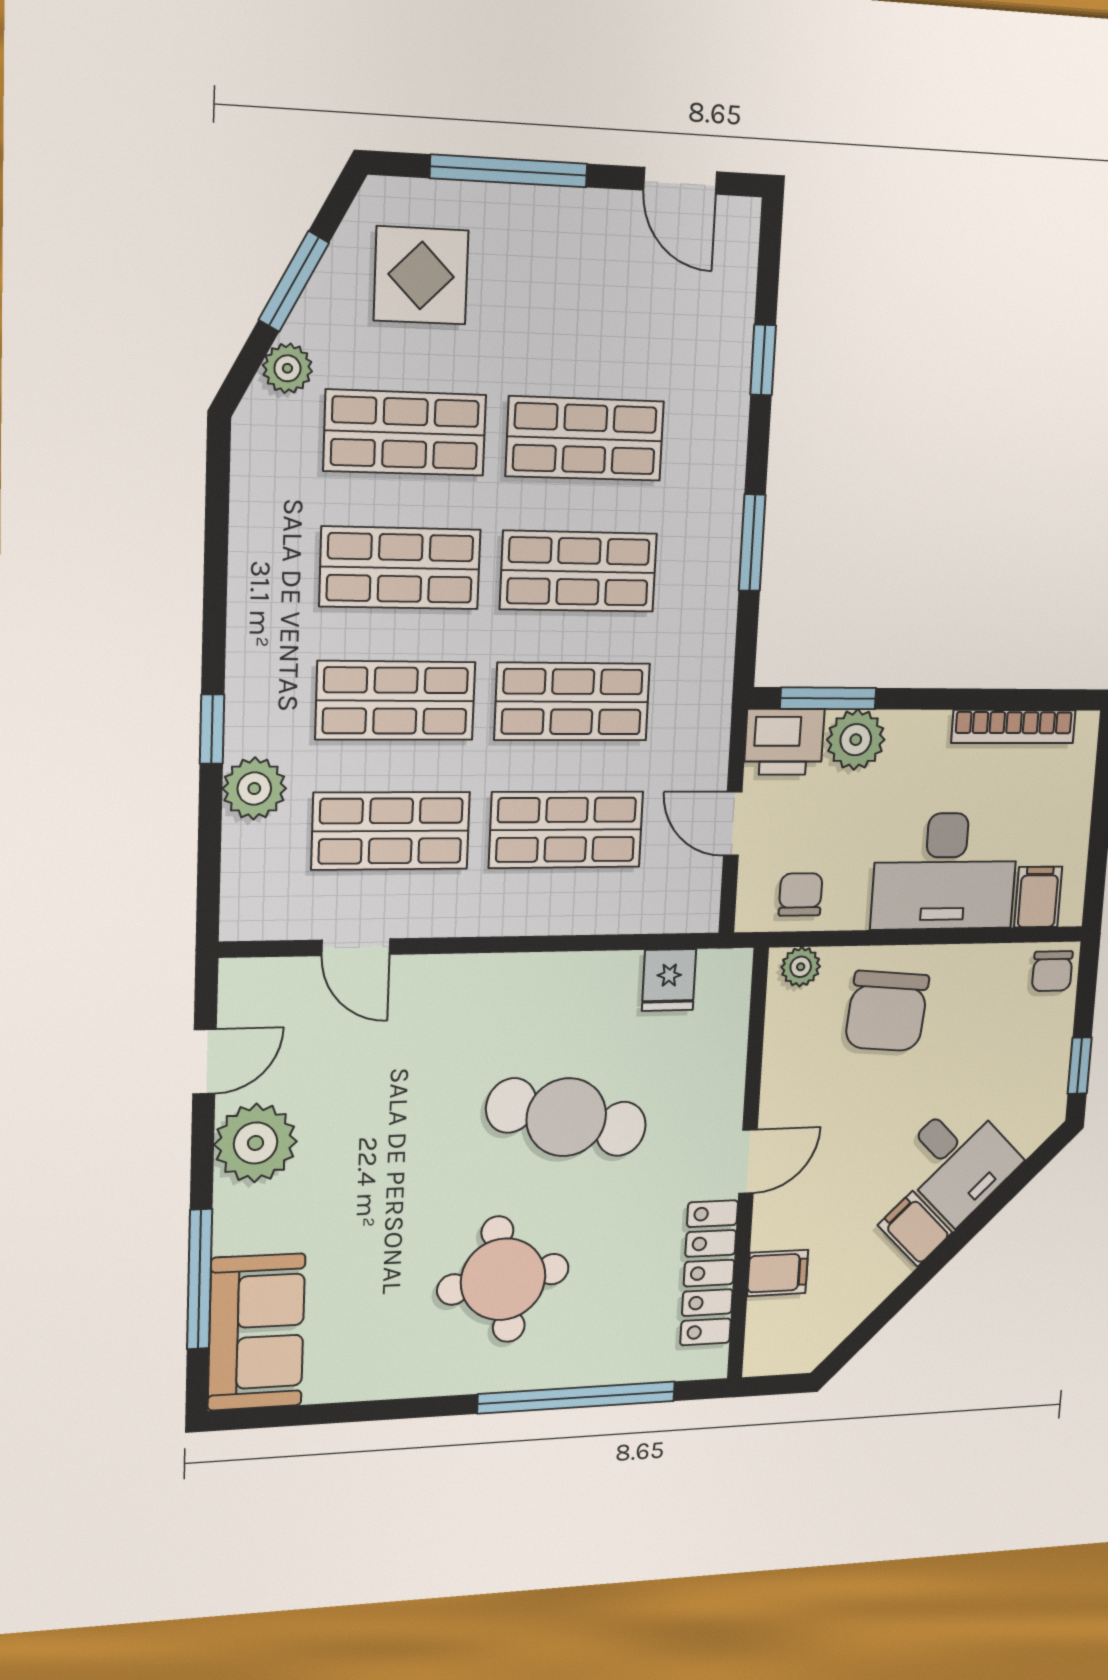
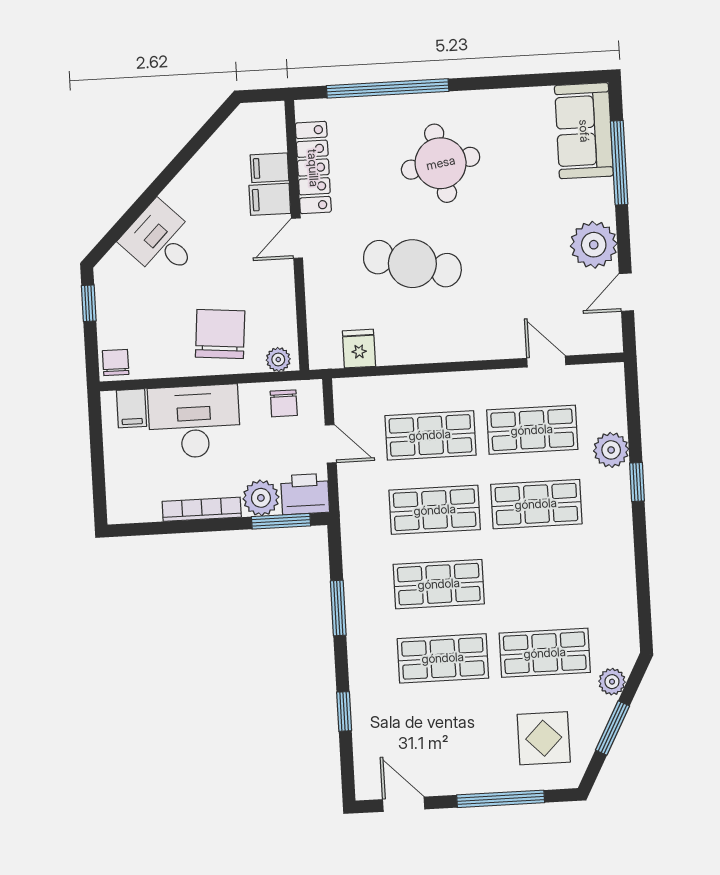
shop shelf: (400, 568) -> (541, 578), removed
bookcase: (1014, 727) -> (202, 509), moved
filing cabinet: (915, 1229) -> (270, 199), moved, turned 135

